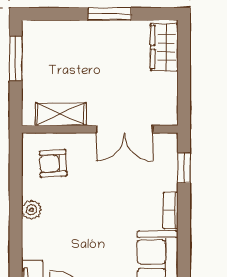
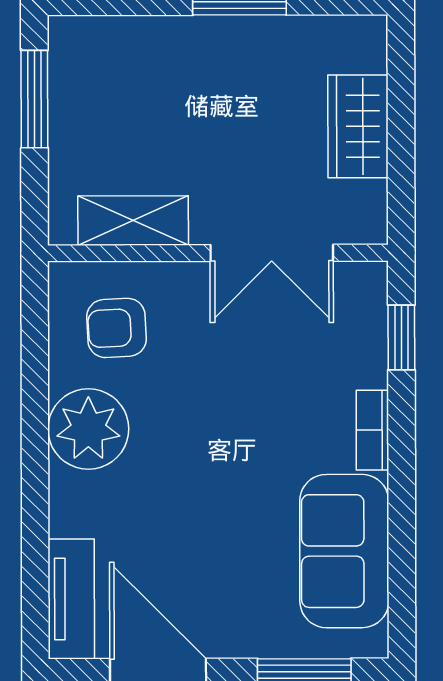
wardrobe: (164, 47) -> (358, 126), moved
plant: (32, 210) -> (88, 429), width x1.87, depth x1.87

